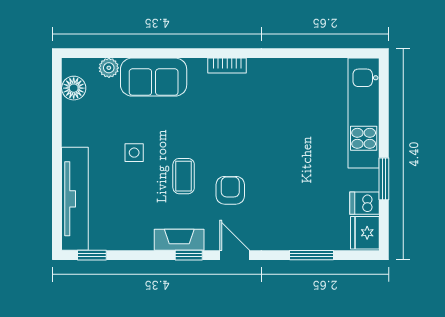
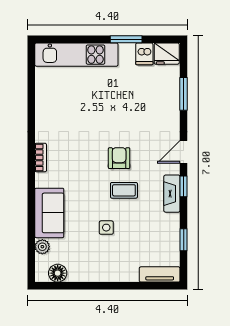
armchair: (230, 190) -> (119, 158), moved, turned 90
tv unit: (75, 199) -> (160, 274), width x0.52, depth x0.78
window: (92, 255) -> (184, 240), moved

